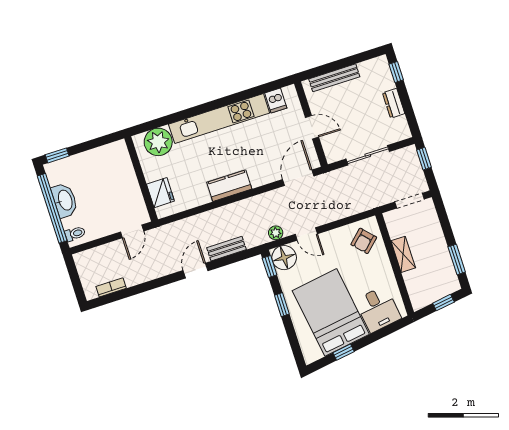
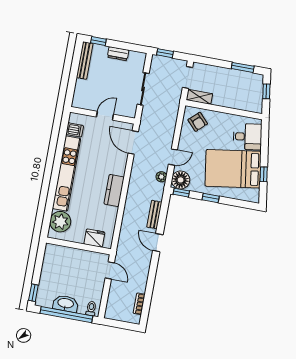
bench: (334, 78) -> (85, 60), moved
shelving: (403, 254) -> (199, 97), moved

